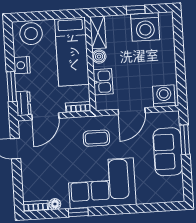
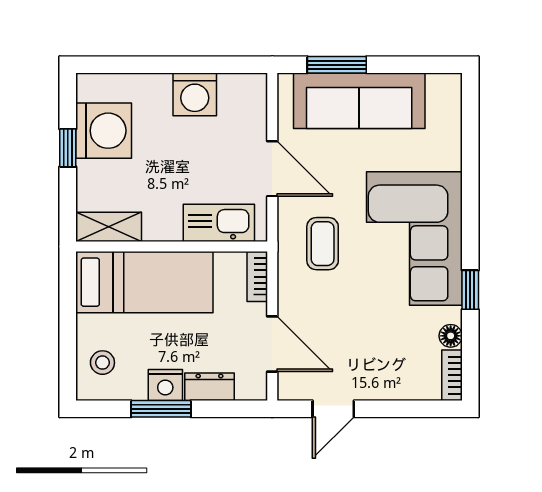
stool: (31, 34) -> (102, 363), width x0.53, depth x0.53
boiler: (99, 57) -> (158, 228), removed
kitchen sink: (103, 82) -> (219, 223), width x1.38
window: (12, 87) -> (161, 409), moved
washing machine: (164, 96) -> (195, 94), moved, turned -90
dresser: (23, 103) -> (209, 387), moved
sofa: (168, 152) -> (359, 101), width x1.36

